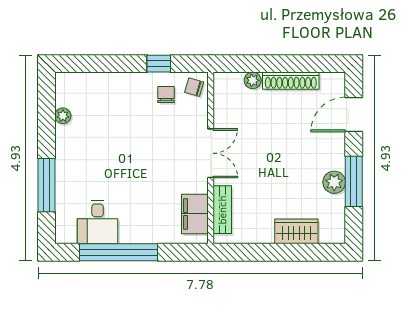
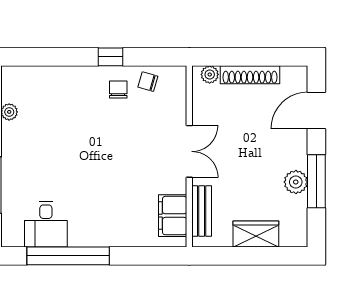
double door: (211, 153) -> (189, 151), moved
wall: (211, 158) -> (189, 156), moved
bench: (222, 210) -> (202, 211), moved
filing cabinet: (195, 214) -> (173, 216), moved

